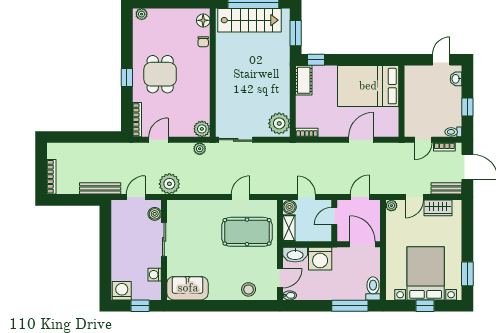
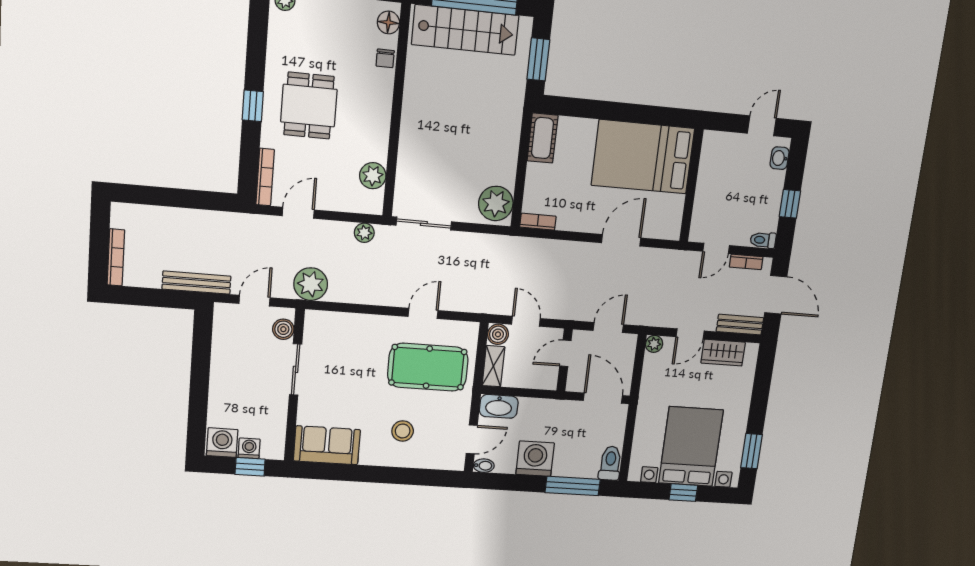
window: (316, 60) -> (566, 107), removed
plant: (202, 129) -> (373, 176), moved
washing machine: (320, 259) -> (535, 459), moved, turned 180
washing machine: (155, 275) -> (249, 448), moved, turned 90
stool: (249, 289) -> (403, 431), moved

